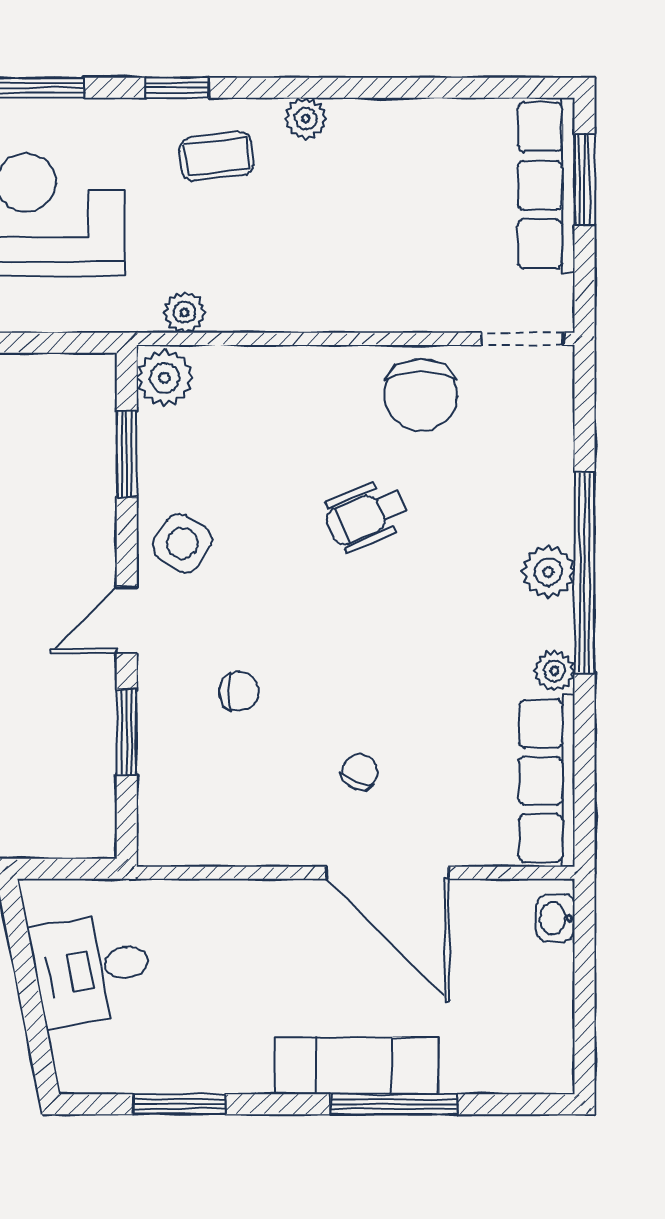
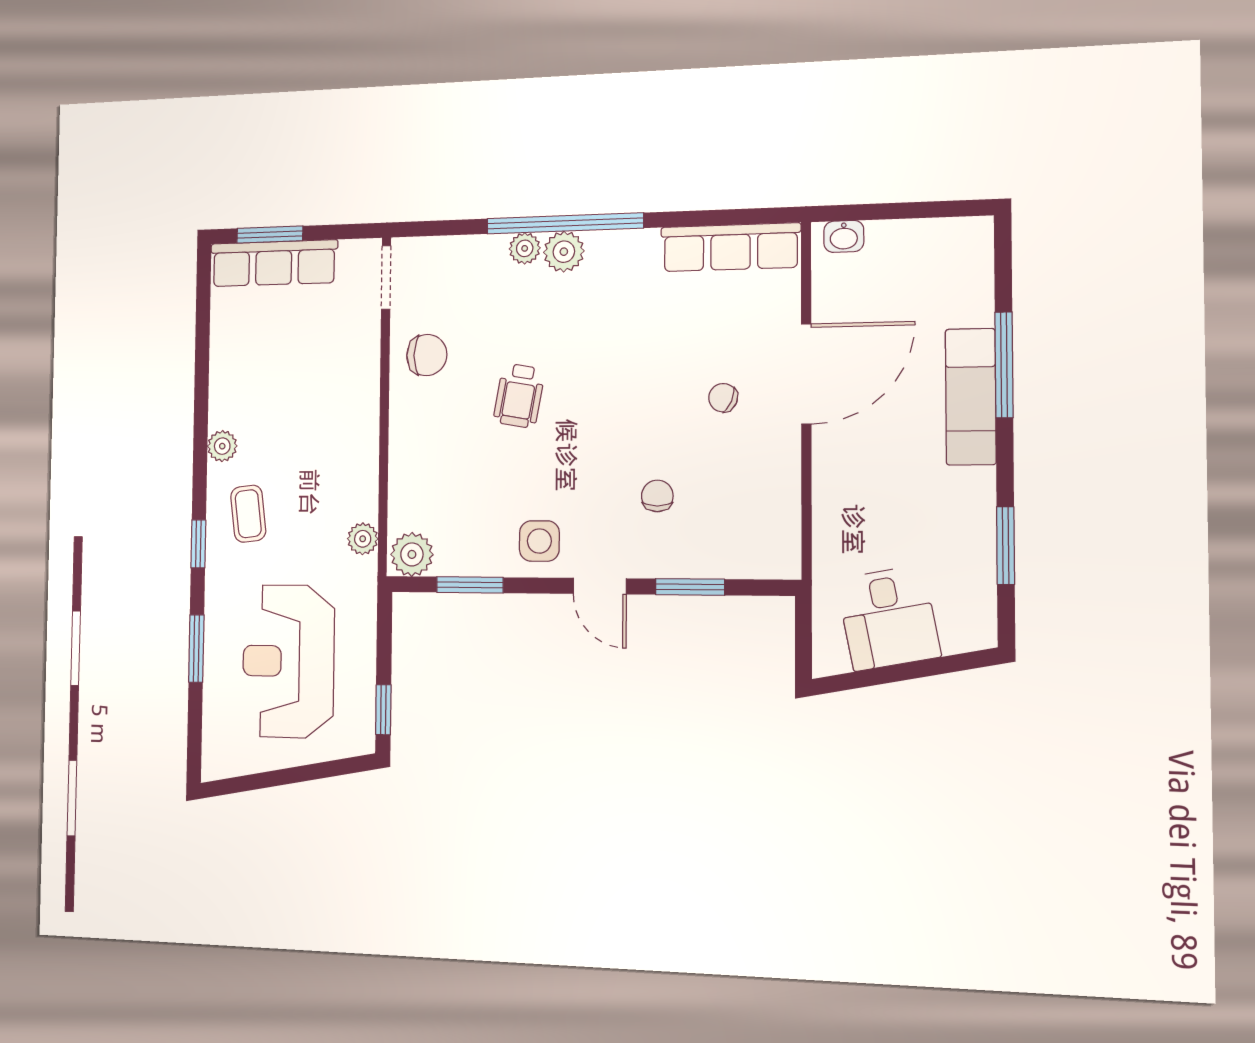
chair: (420, 395) -> (427, 355), width x0.73, depth x0.73
wheelchair: (366, 516) -> (519, 396), turned 33
side table: (182, 543) -> (539, 541), turned -31
plant: (554, 671) -> (525, 248), moved

